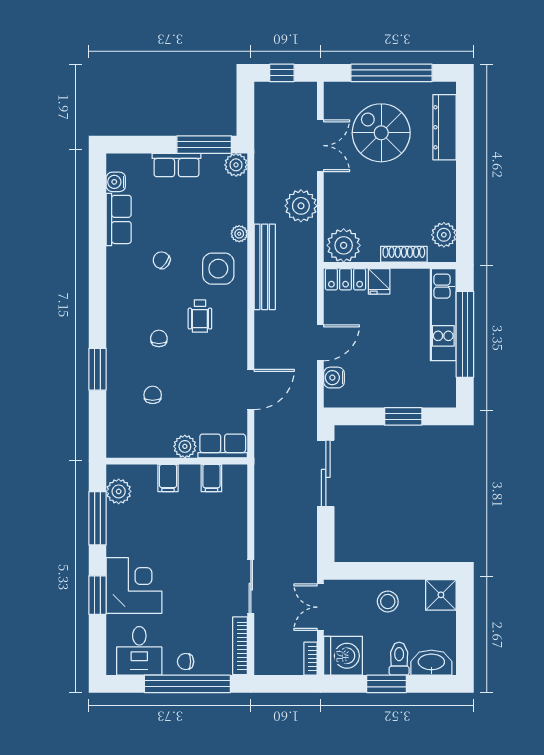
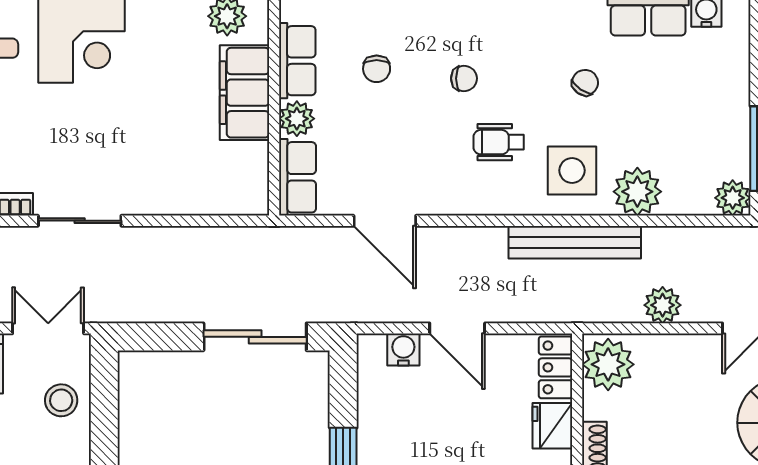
row of seats: (176, 165) -> (297, 61), moved, turned 180
plant: (301, 206) -> (663, 305), width x0.73, depth x0.73
plant: (239, 234) -> (637, 192), width x1.88, depth x1.88
fridge: (379, 281) -> (552, 426), width x1.38
chair: (153, 395) -> (377, 69), turned 90
filing cabinet: (168, 478) -> (245, 93), width x3.00, depth x1.17
filing cabinet: (211, 478) -> (248, 160), removed
stool: (388, 602) -> (61, 400), moved

